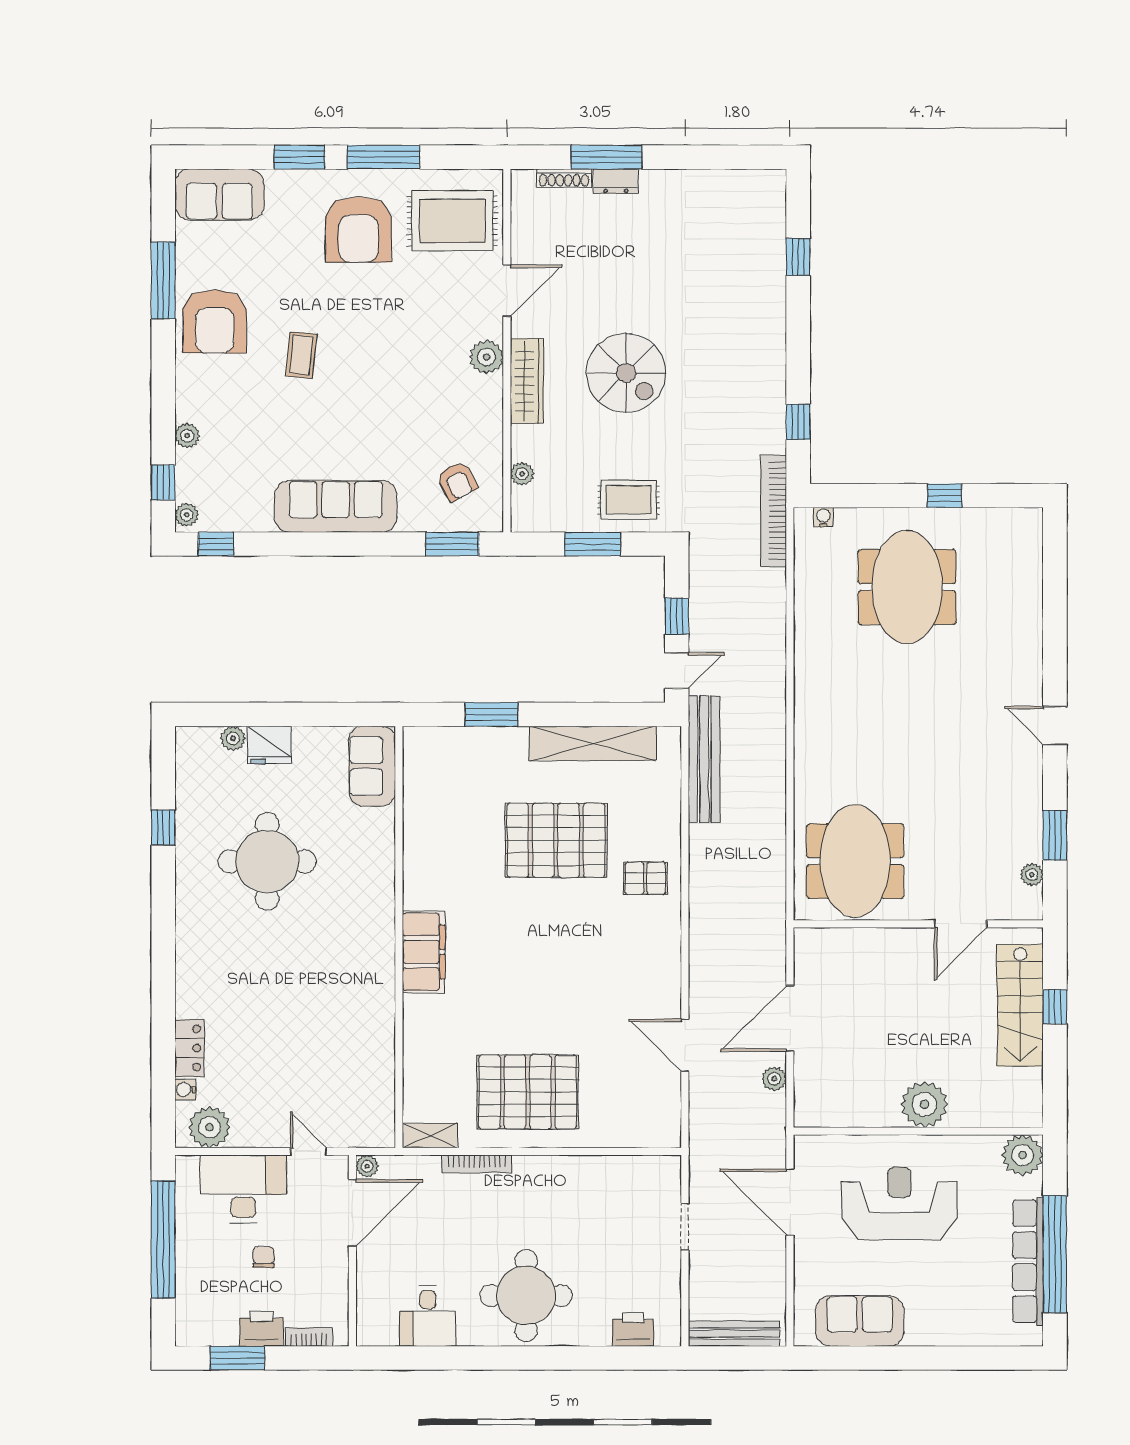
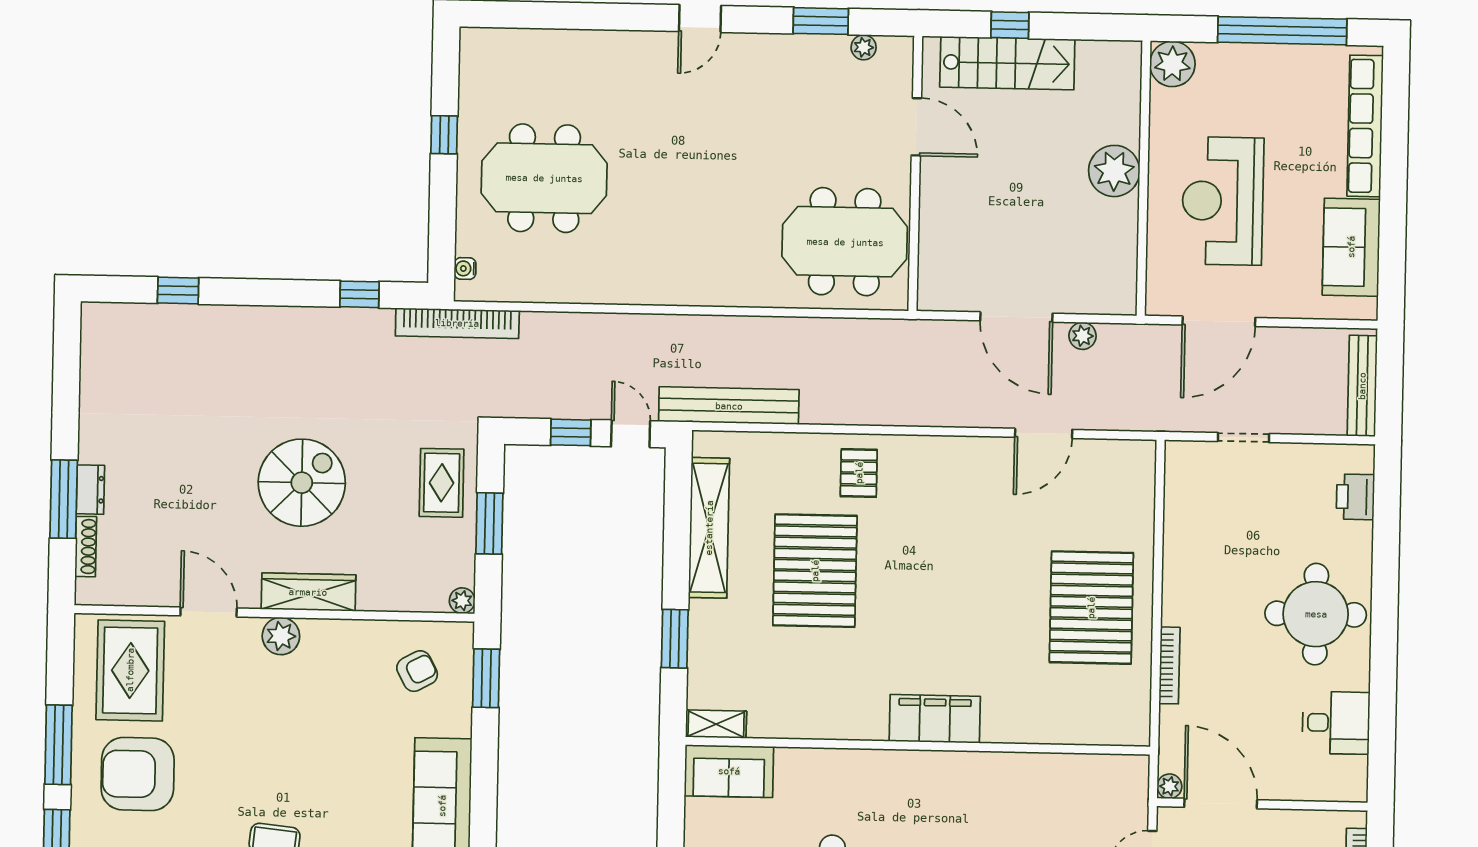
armchair: (359, 229) -> (138, 774), turned 180
plant: (522, 474) -> (462, 601), moved
shelving: (430, 1136) -> (716, 724), moved, turned 90
row of seats: (1028, 1261) -> (1365, 126), moved, turned 90

